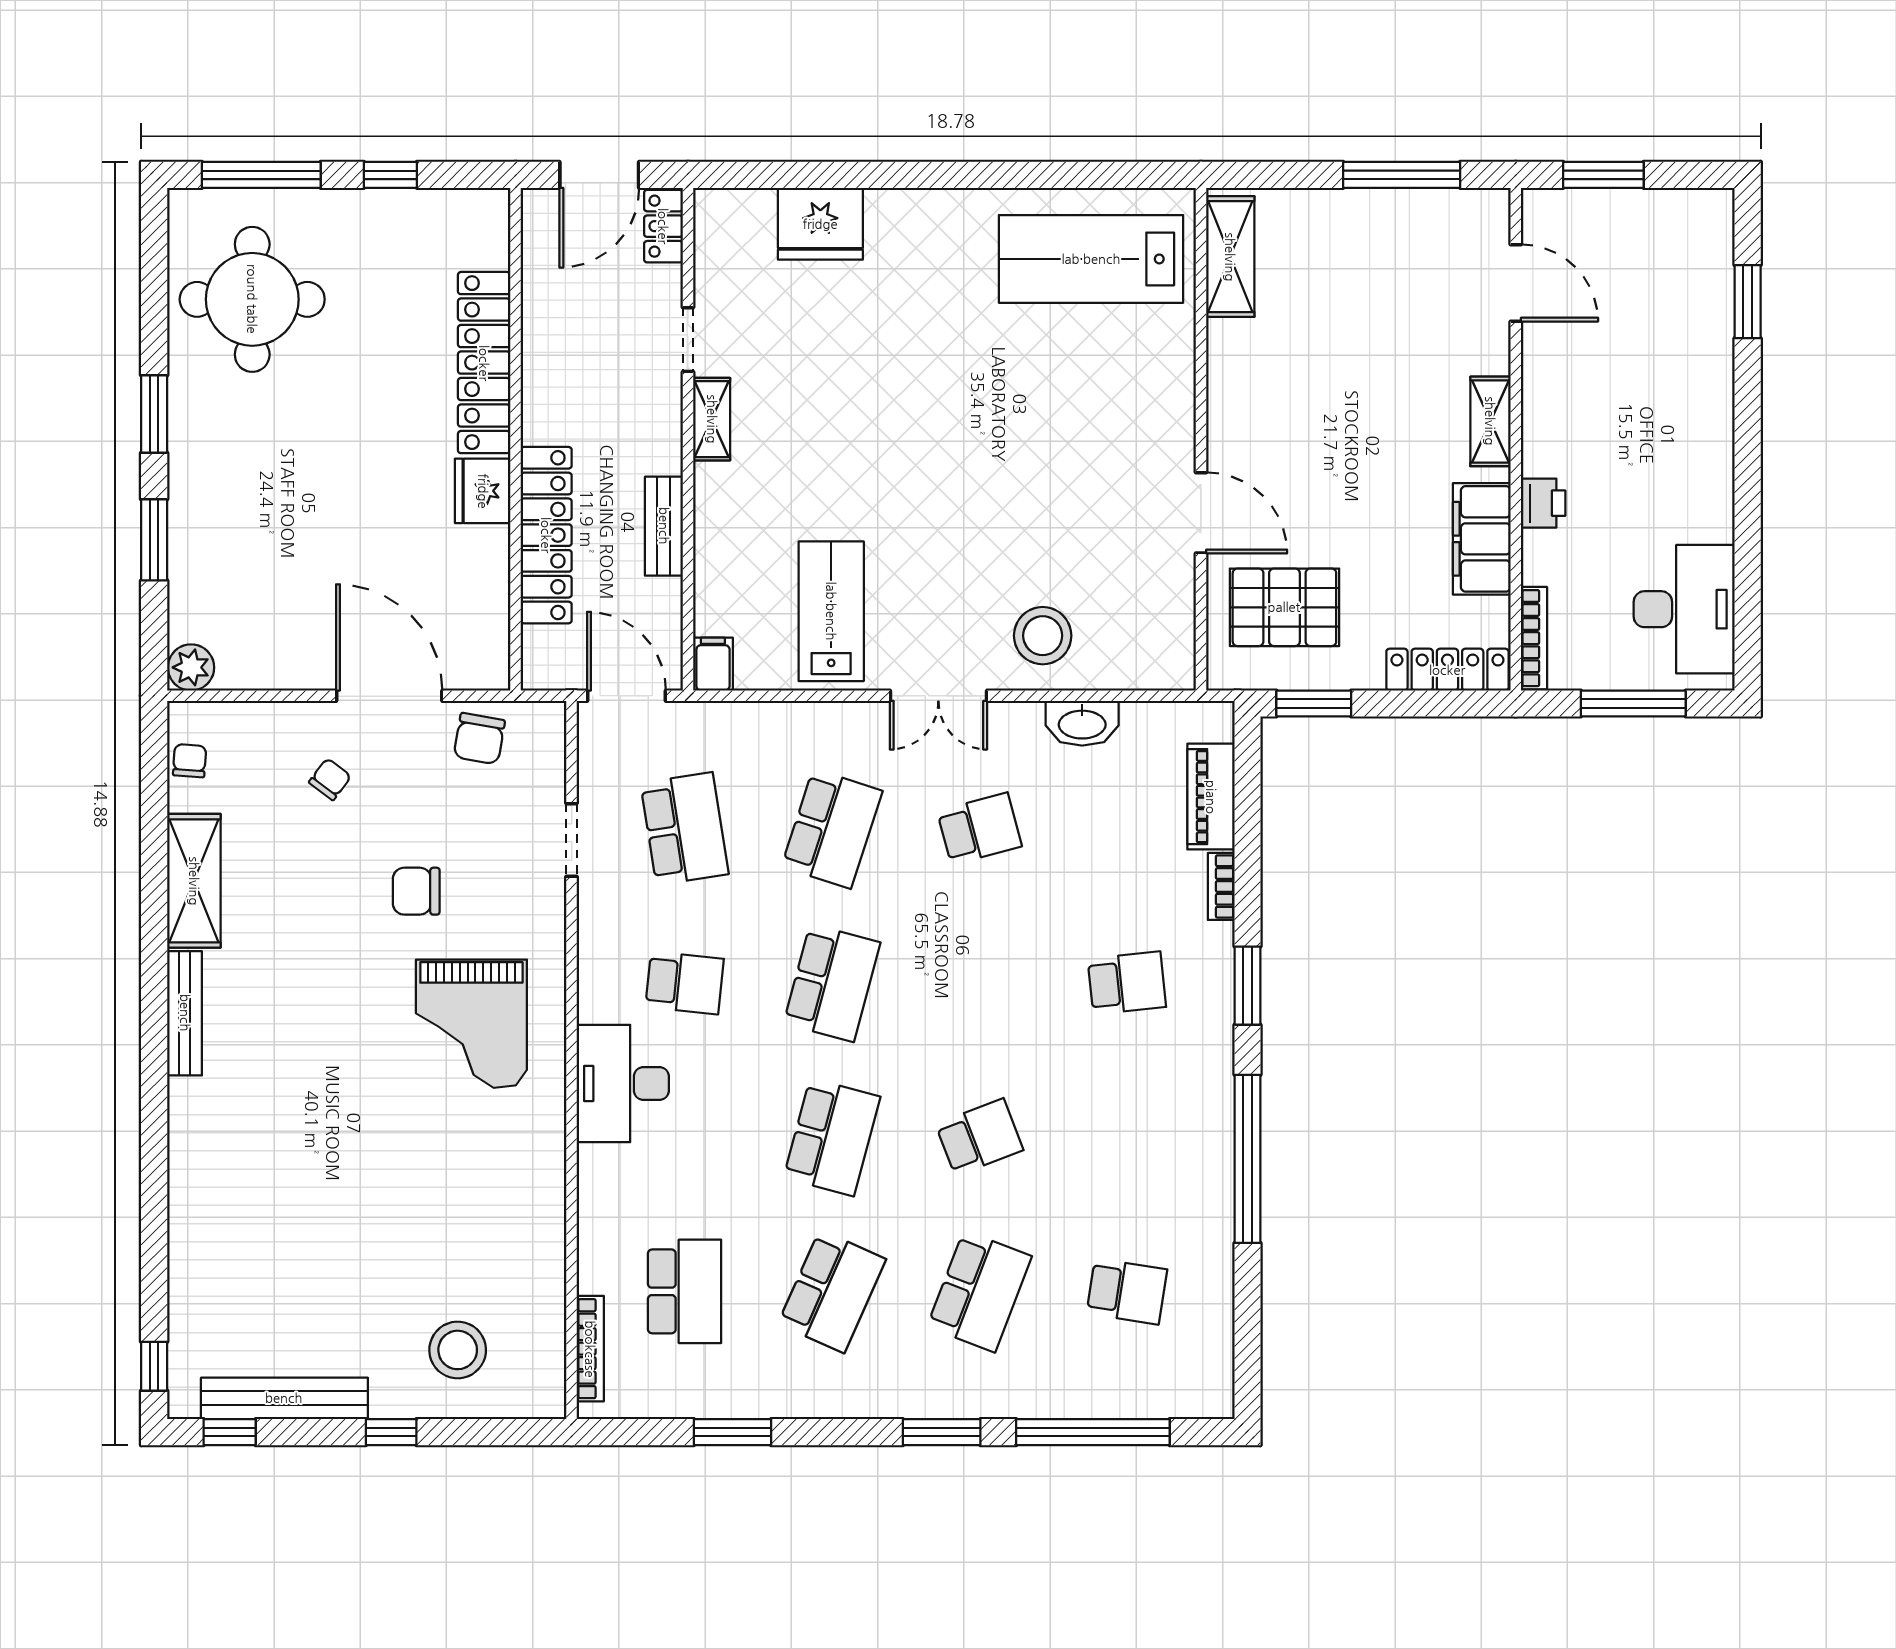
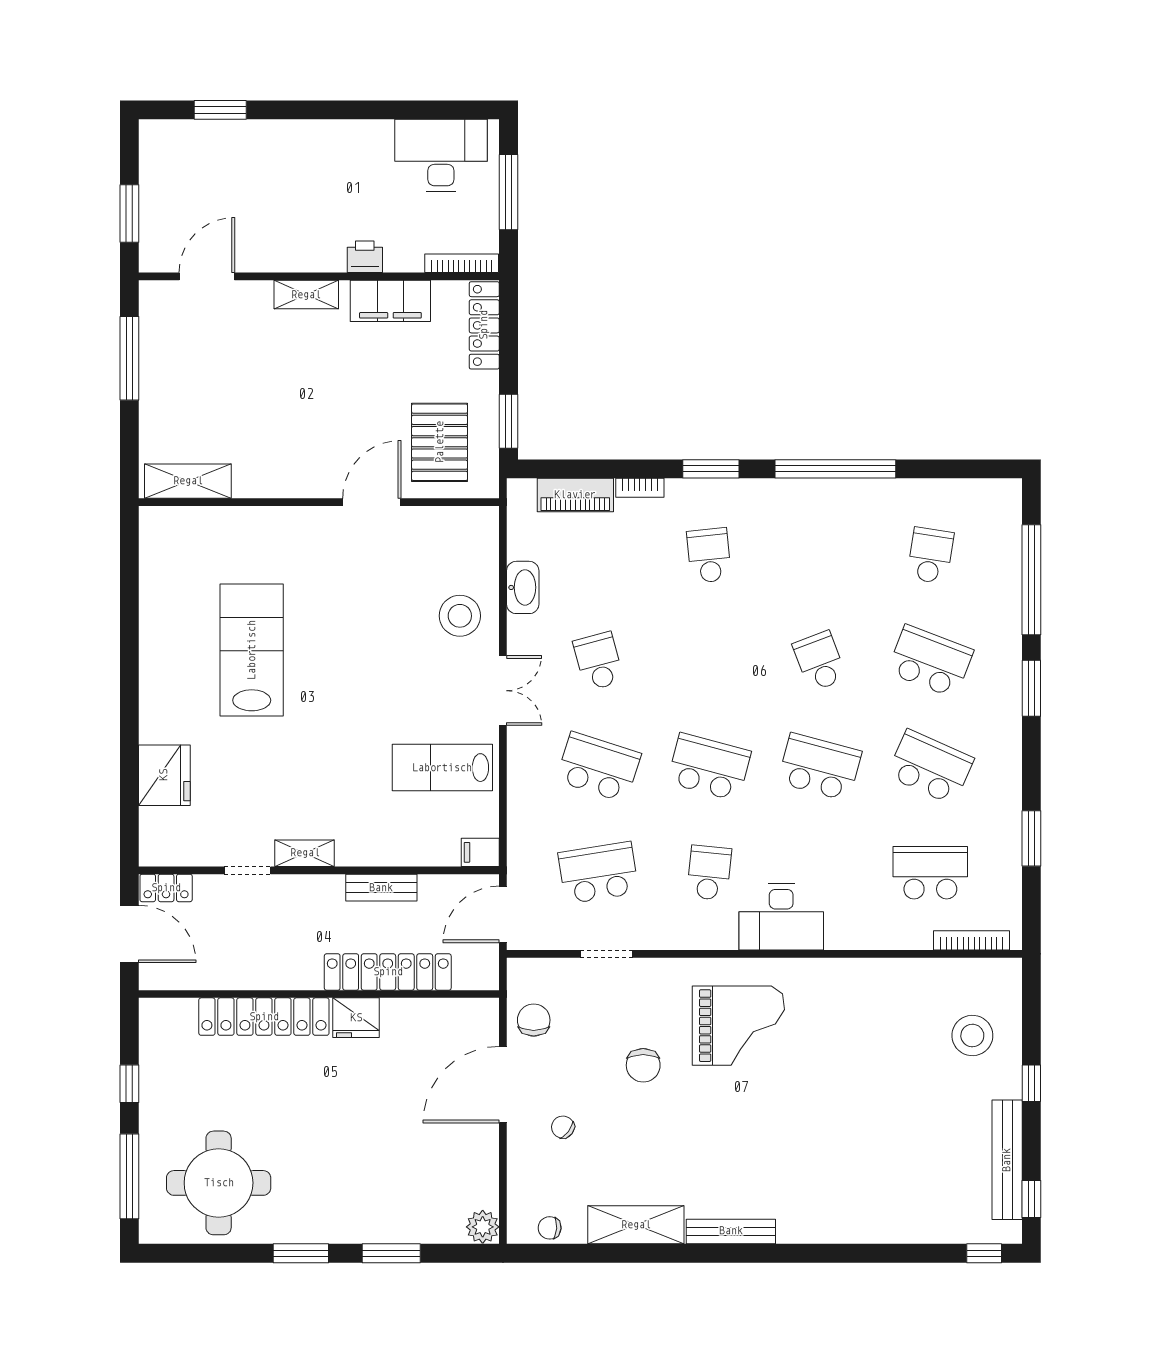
lab bench: (1091, 259) -> (252, 650), moved, turned 180
chair: (479, 739) -> (534, 1020), turned -100

